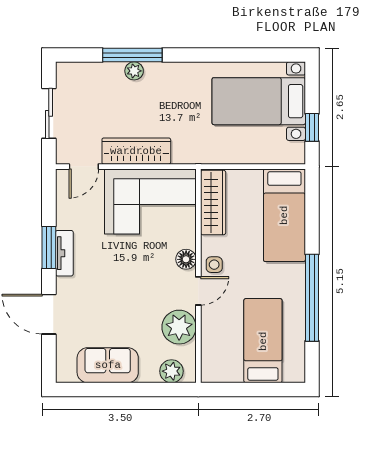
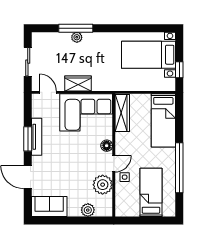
wardrobe: (136, 151) -> (78, 83), width x0.67
door: (84, 167) -> (48, 92), swing flipped
tv unit: (64, 253) -> (37, 137), width x1.41
side table: (214, 265) -> (125, 177), moved
sofa: (108, 365) -> (49, 207), moved
plant: (172, 371) -> (88, 210), moved

